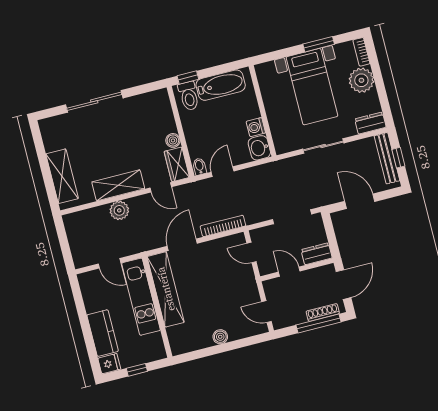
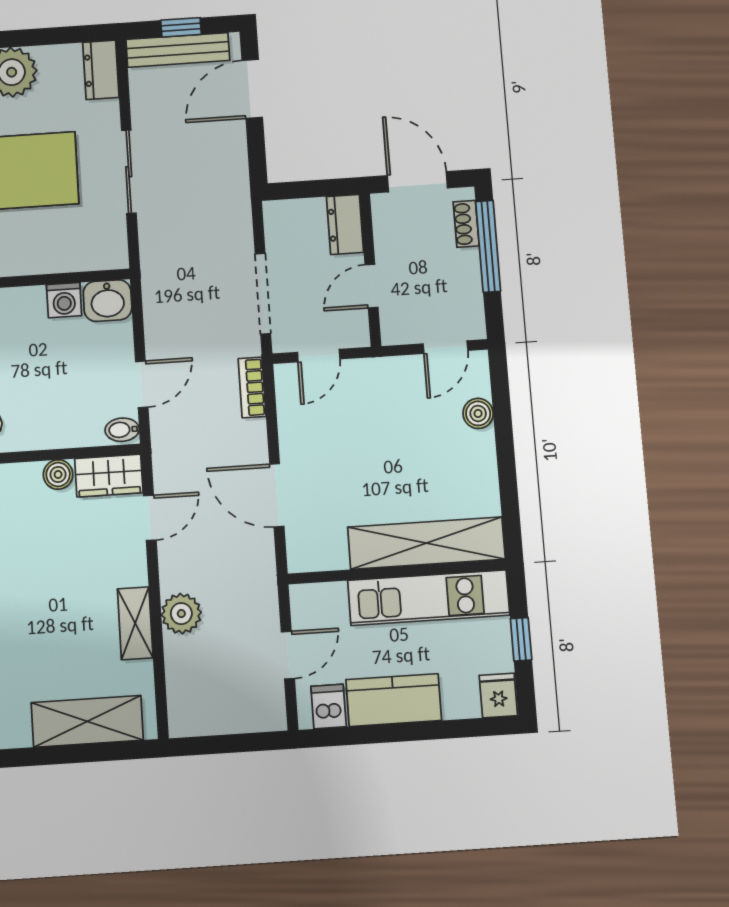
door: (223, 172) -> (142, 384), swing flipped
shelving: (118, 185) -> (135, 623), width x0.67, depth x0.75
door: (360, 201) -> (252, 89), moved
doorway: (292, 217) -> (263, 294), moved
bookcase: (223, 226) -> (252, 387), width x0.64
dishwasher: (90, 286) -> (329, 706), added
shelving: (166, 289) -> (426, 543), moved
kitchen unit: (141, 297) -> (429, 598), moved
shoe rack: (323, 312) -> (466, 224), width x0.70
kitchen counter: (103, 333) -> (394, 700), moved
boiler: (220, 337) -> (478, 413), moved

